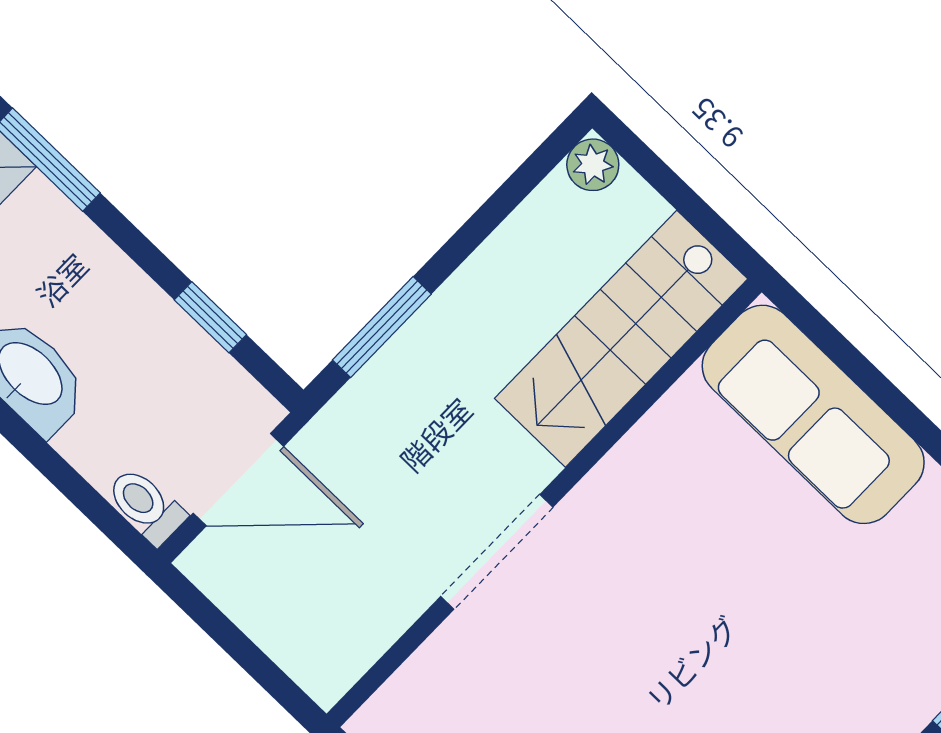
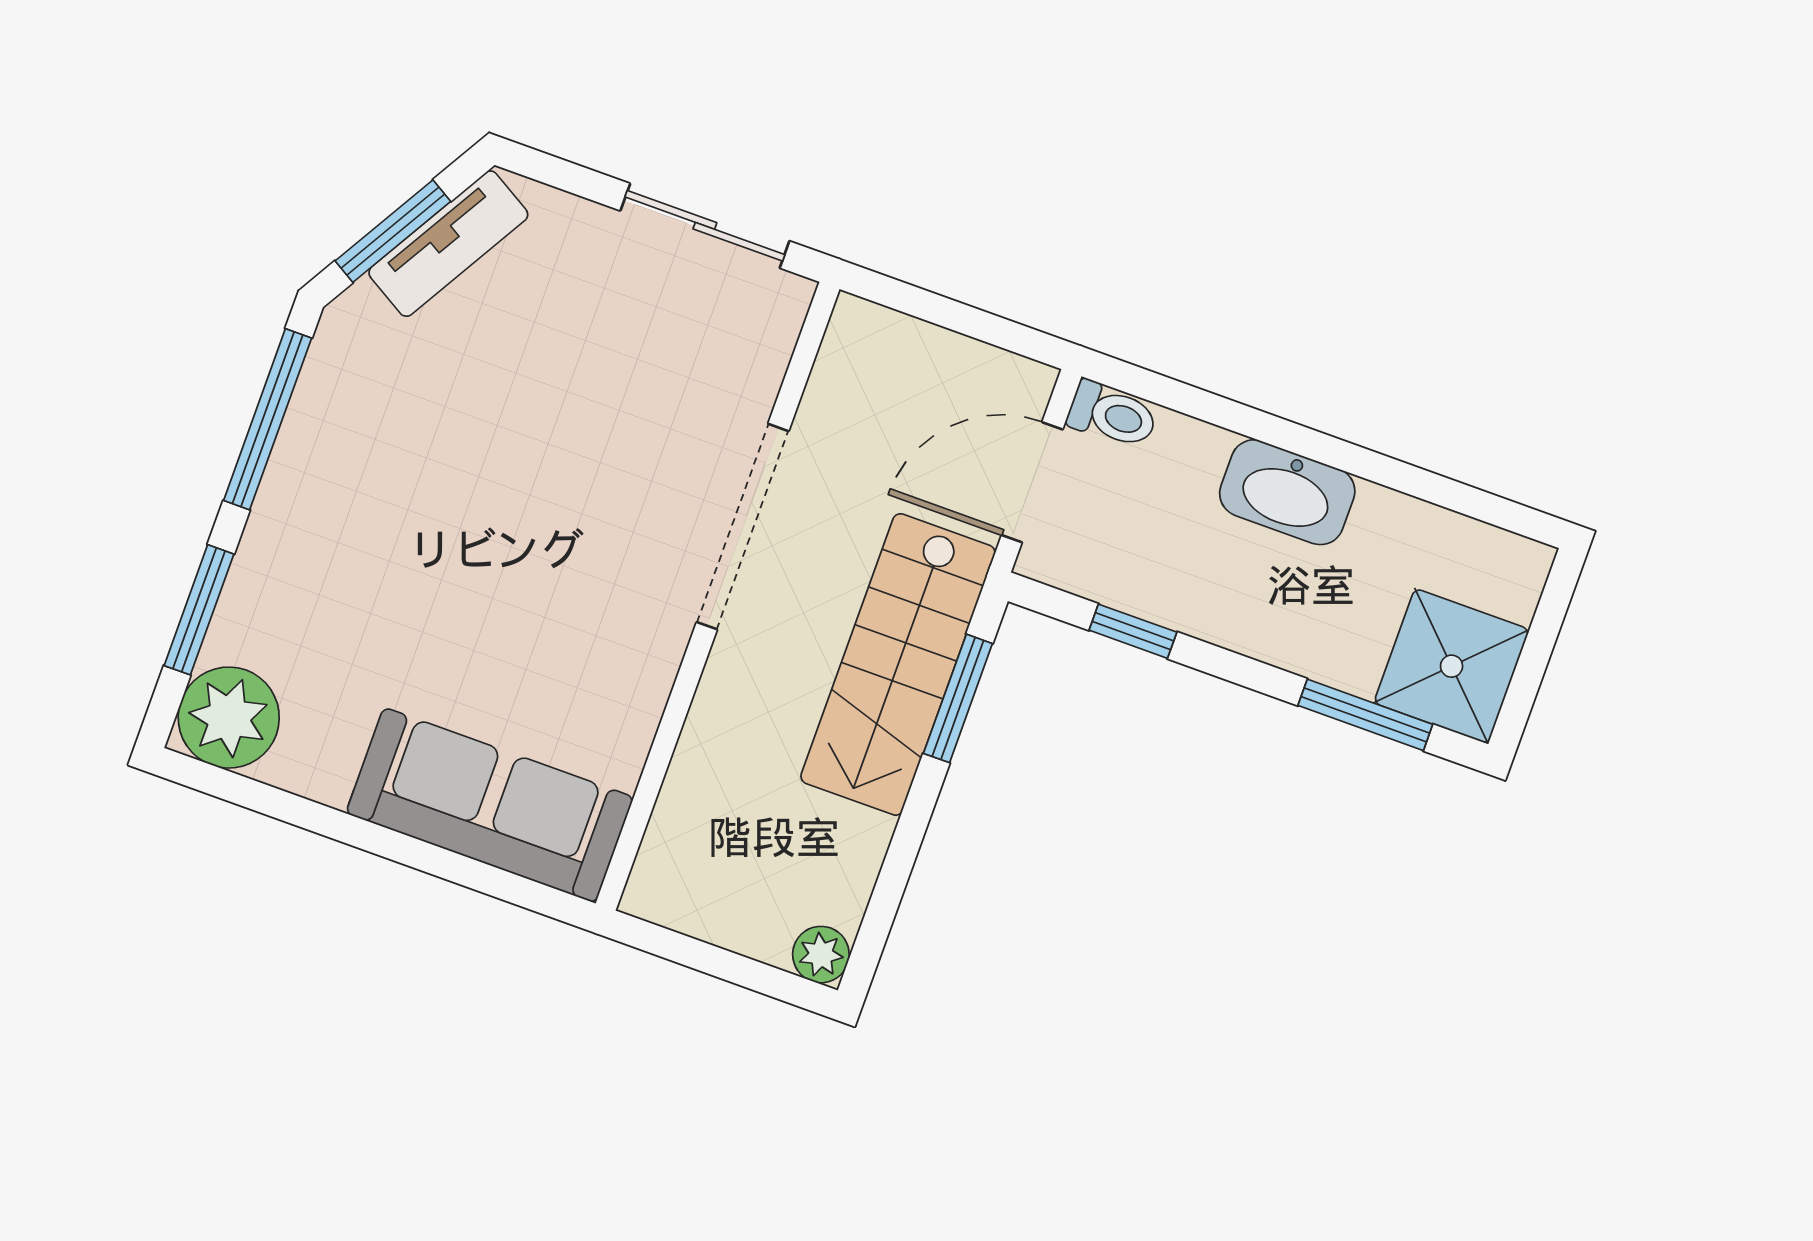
stairs: (621, 339) -> (898, 664), moved, turned 180
doorway: (497, 552) -> (743, 527), width x1.36

